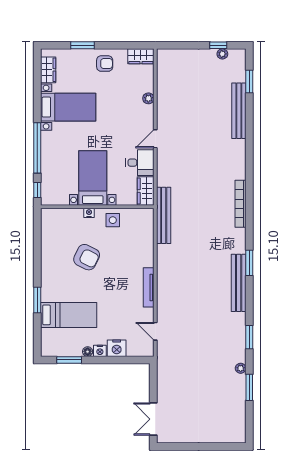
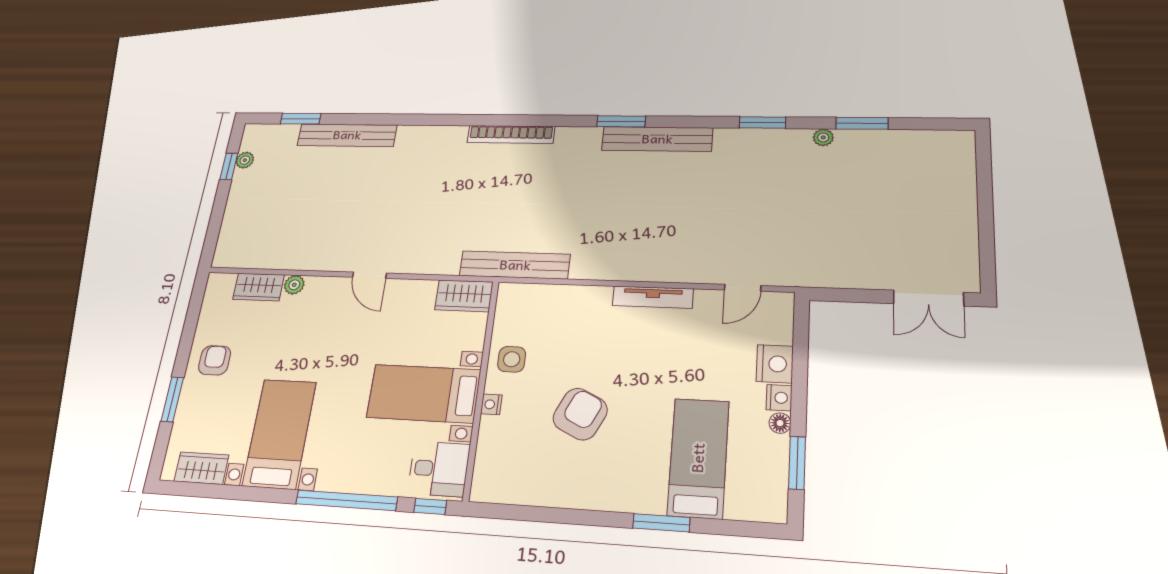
wardrobe: (141, 56) -> (259, 287), moved, turned 90
desk: (140, 163) -> (439, 469), moved, turned 90

